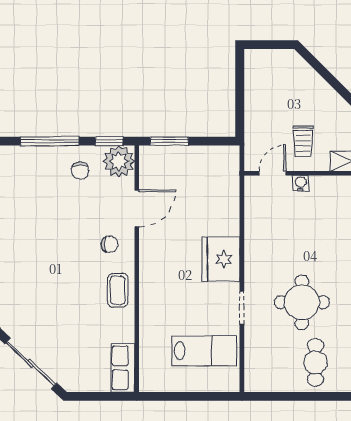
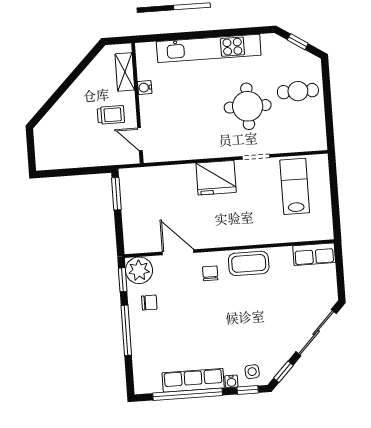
window: (169, 141) -> (116, 194), moved
water cooler: (301, 183) -> (145, 88), moved
coffee table: (118, 290) -> (249, 263), width x1.36, depth x1.30

